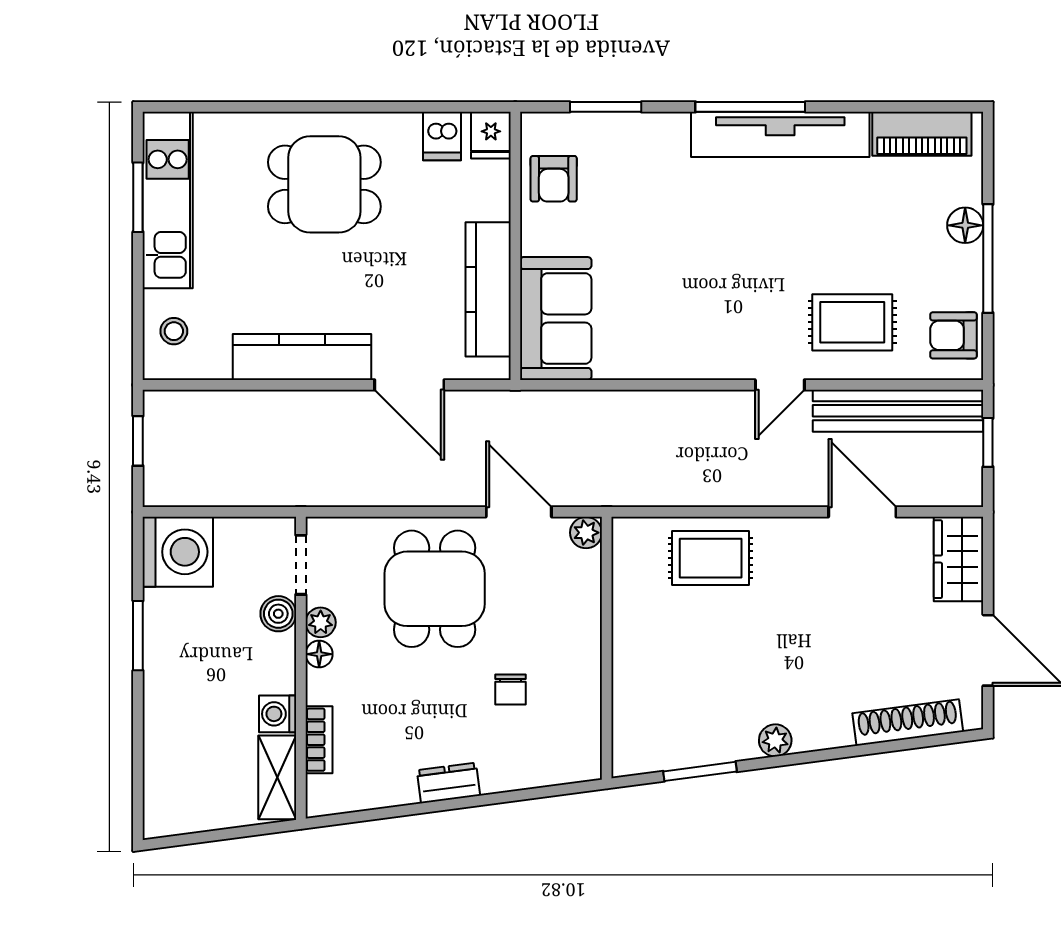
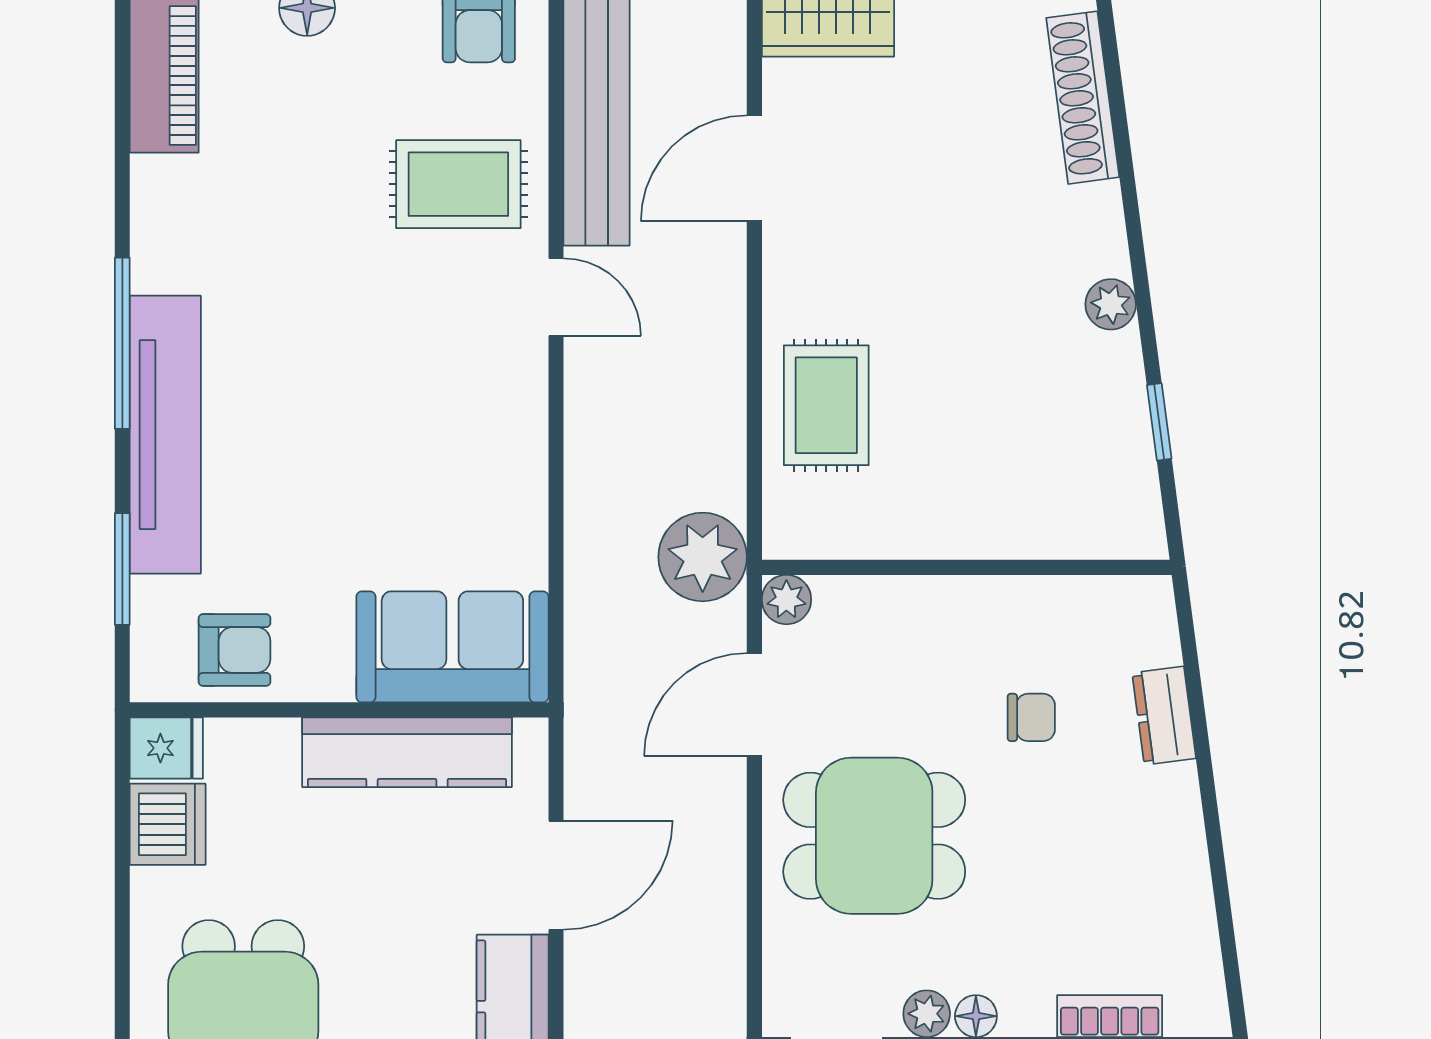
tv unit: (780, 134) -> (165, 435), moved
dishwasher: (442, 136) -> (168, 824), width x1.38
rug: (852, 322) -> (458, 184), turned 90
plant: (613, 479) -> (703, 557), added
window: (700, 771) -> (1159, 422), width x0.67
dresser: (449, 783) -> (1164, 716), moved

